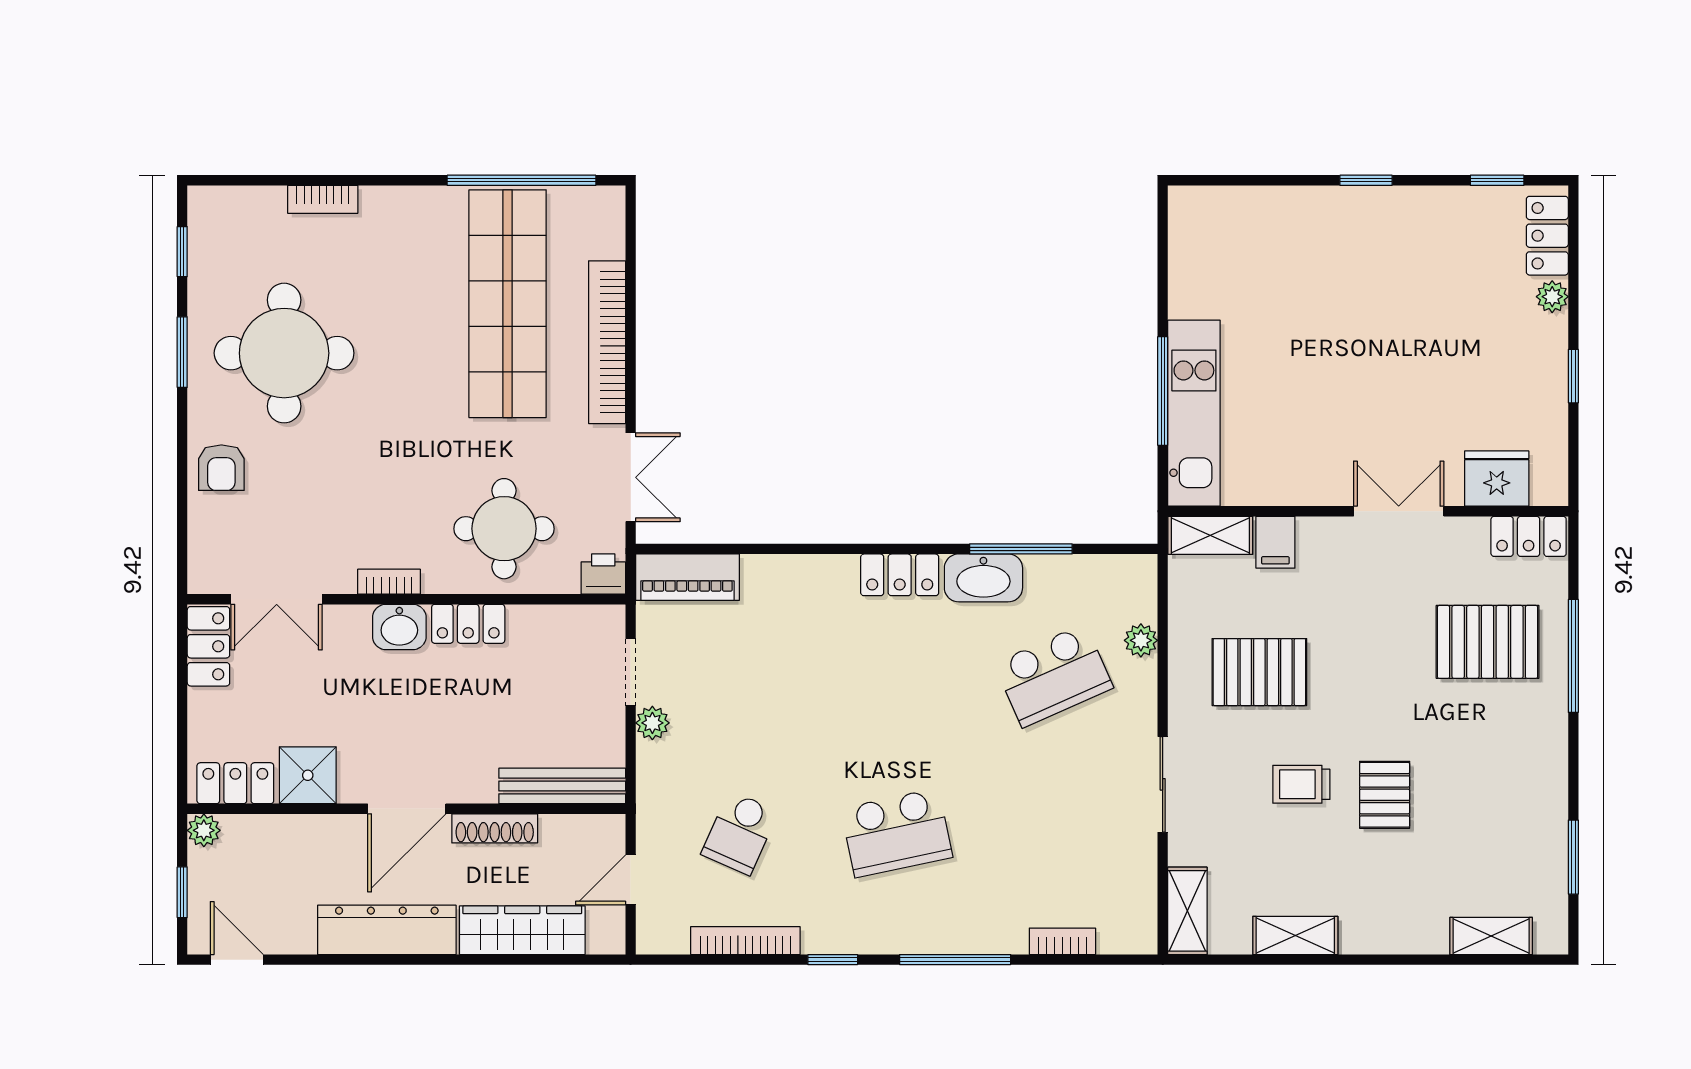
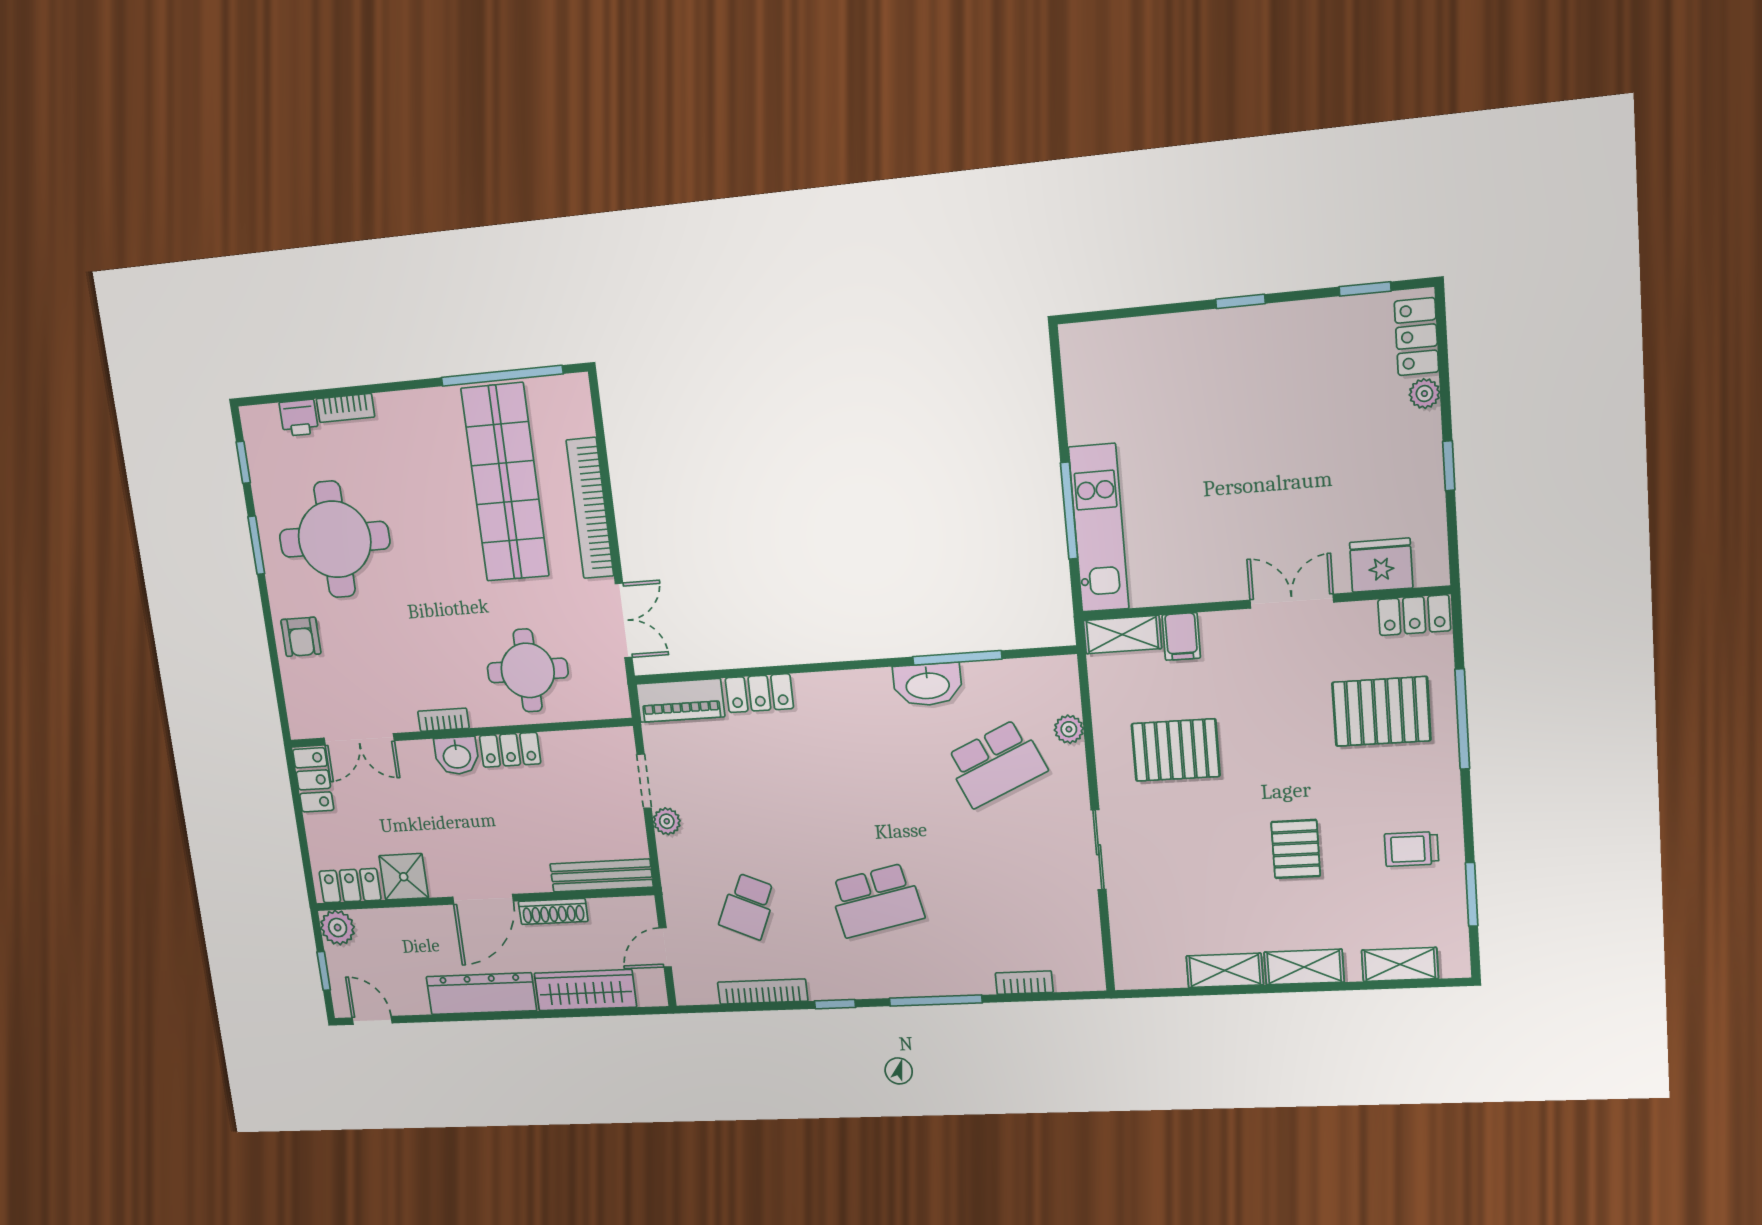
printer: (603, 574) -> (299, 418), moved, turned 180
locker: (900, 575) -> (759, 693), moved
trolley: (1301, 784) -> (1412, 849), moved
plant: (204, 830) -> (338, 928), width x1.38, depth x1.38
shelving: (1187, 911) -> (1304, 967), moved, turned 90

